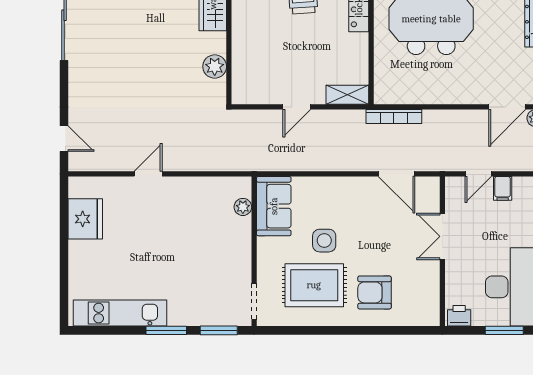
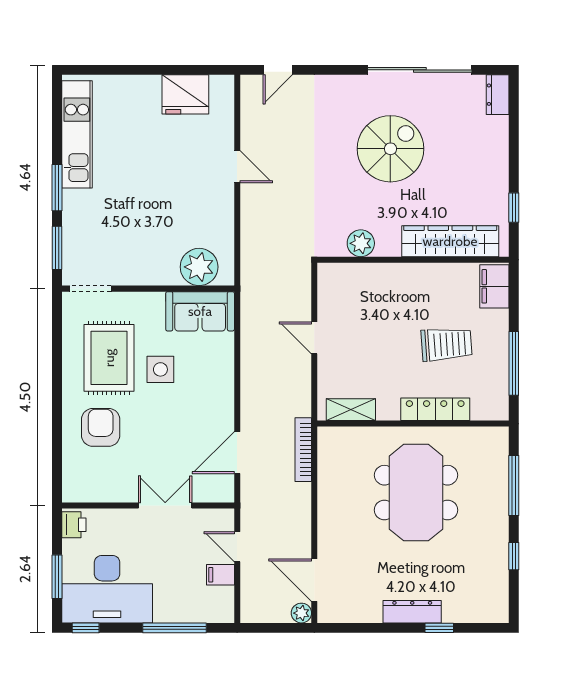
spiral stairs: (133, 41) -> (390, 149), added
shelving: (347, 95) -> (351, 410), moved, turned 90
plant: (243, 207) -> (199, 267), width x1.87, depth x1.87

